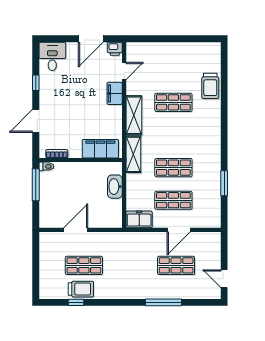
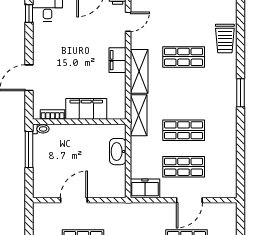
window: (36, 83) -> (29, 13), moved
filing cabinet: (115, 93) -> (117, 60), moved
filing cabinet: (100, 149) -> (86, 109), moved
window: (224, 183) -> (241, 93), moved

